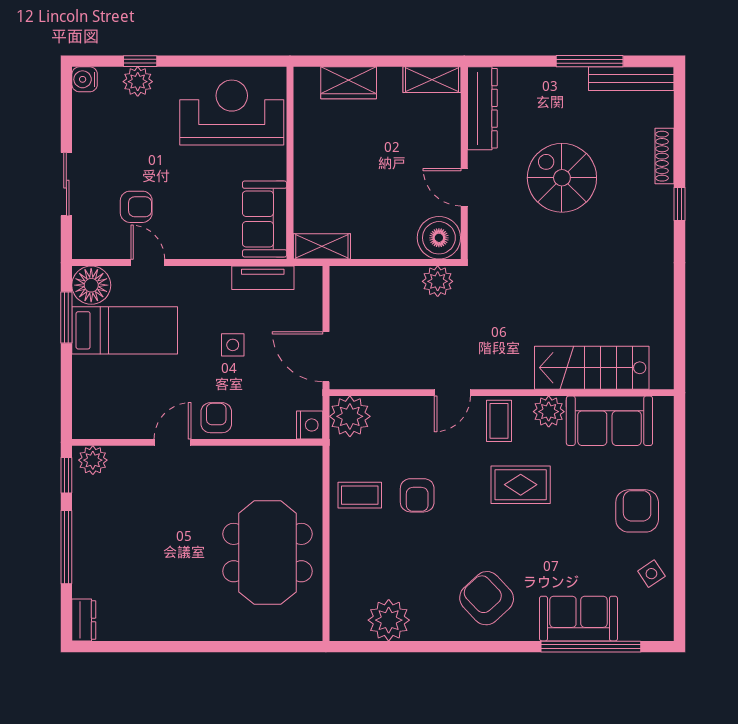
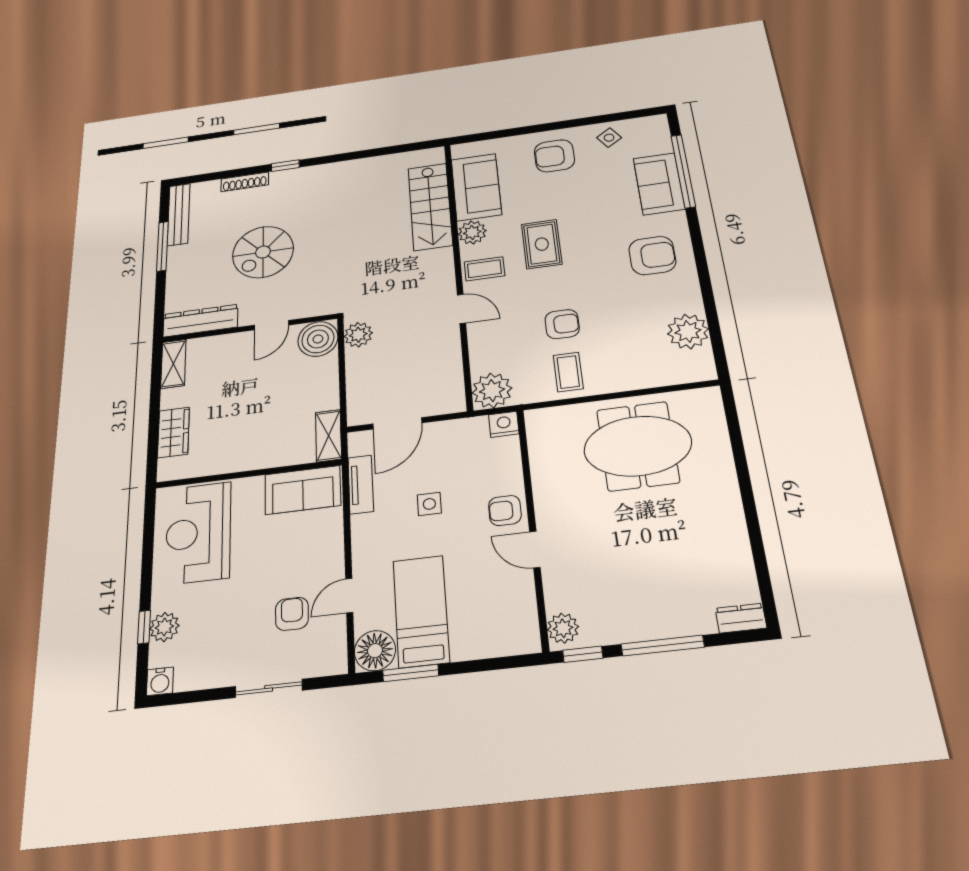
door: (326, 357) -> (397, 423), moved
armchair: (487, 598) -> (652, 256), turned -137

